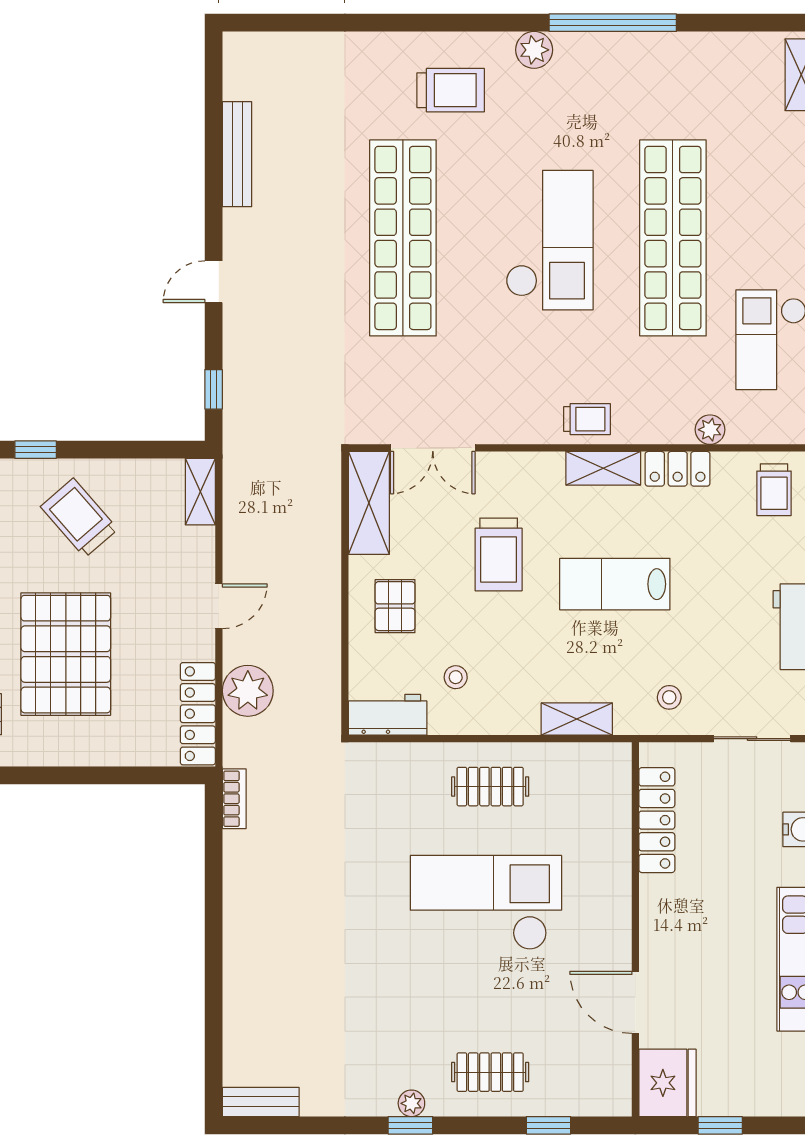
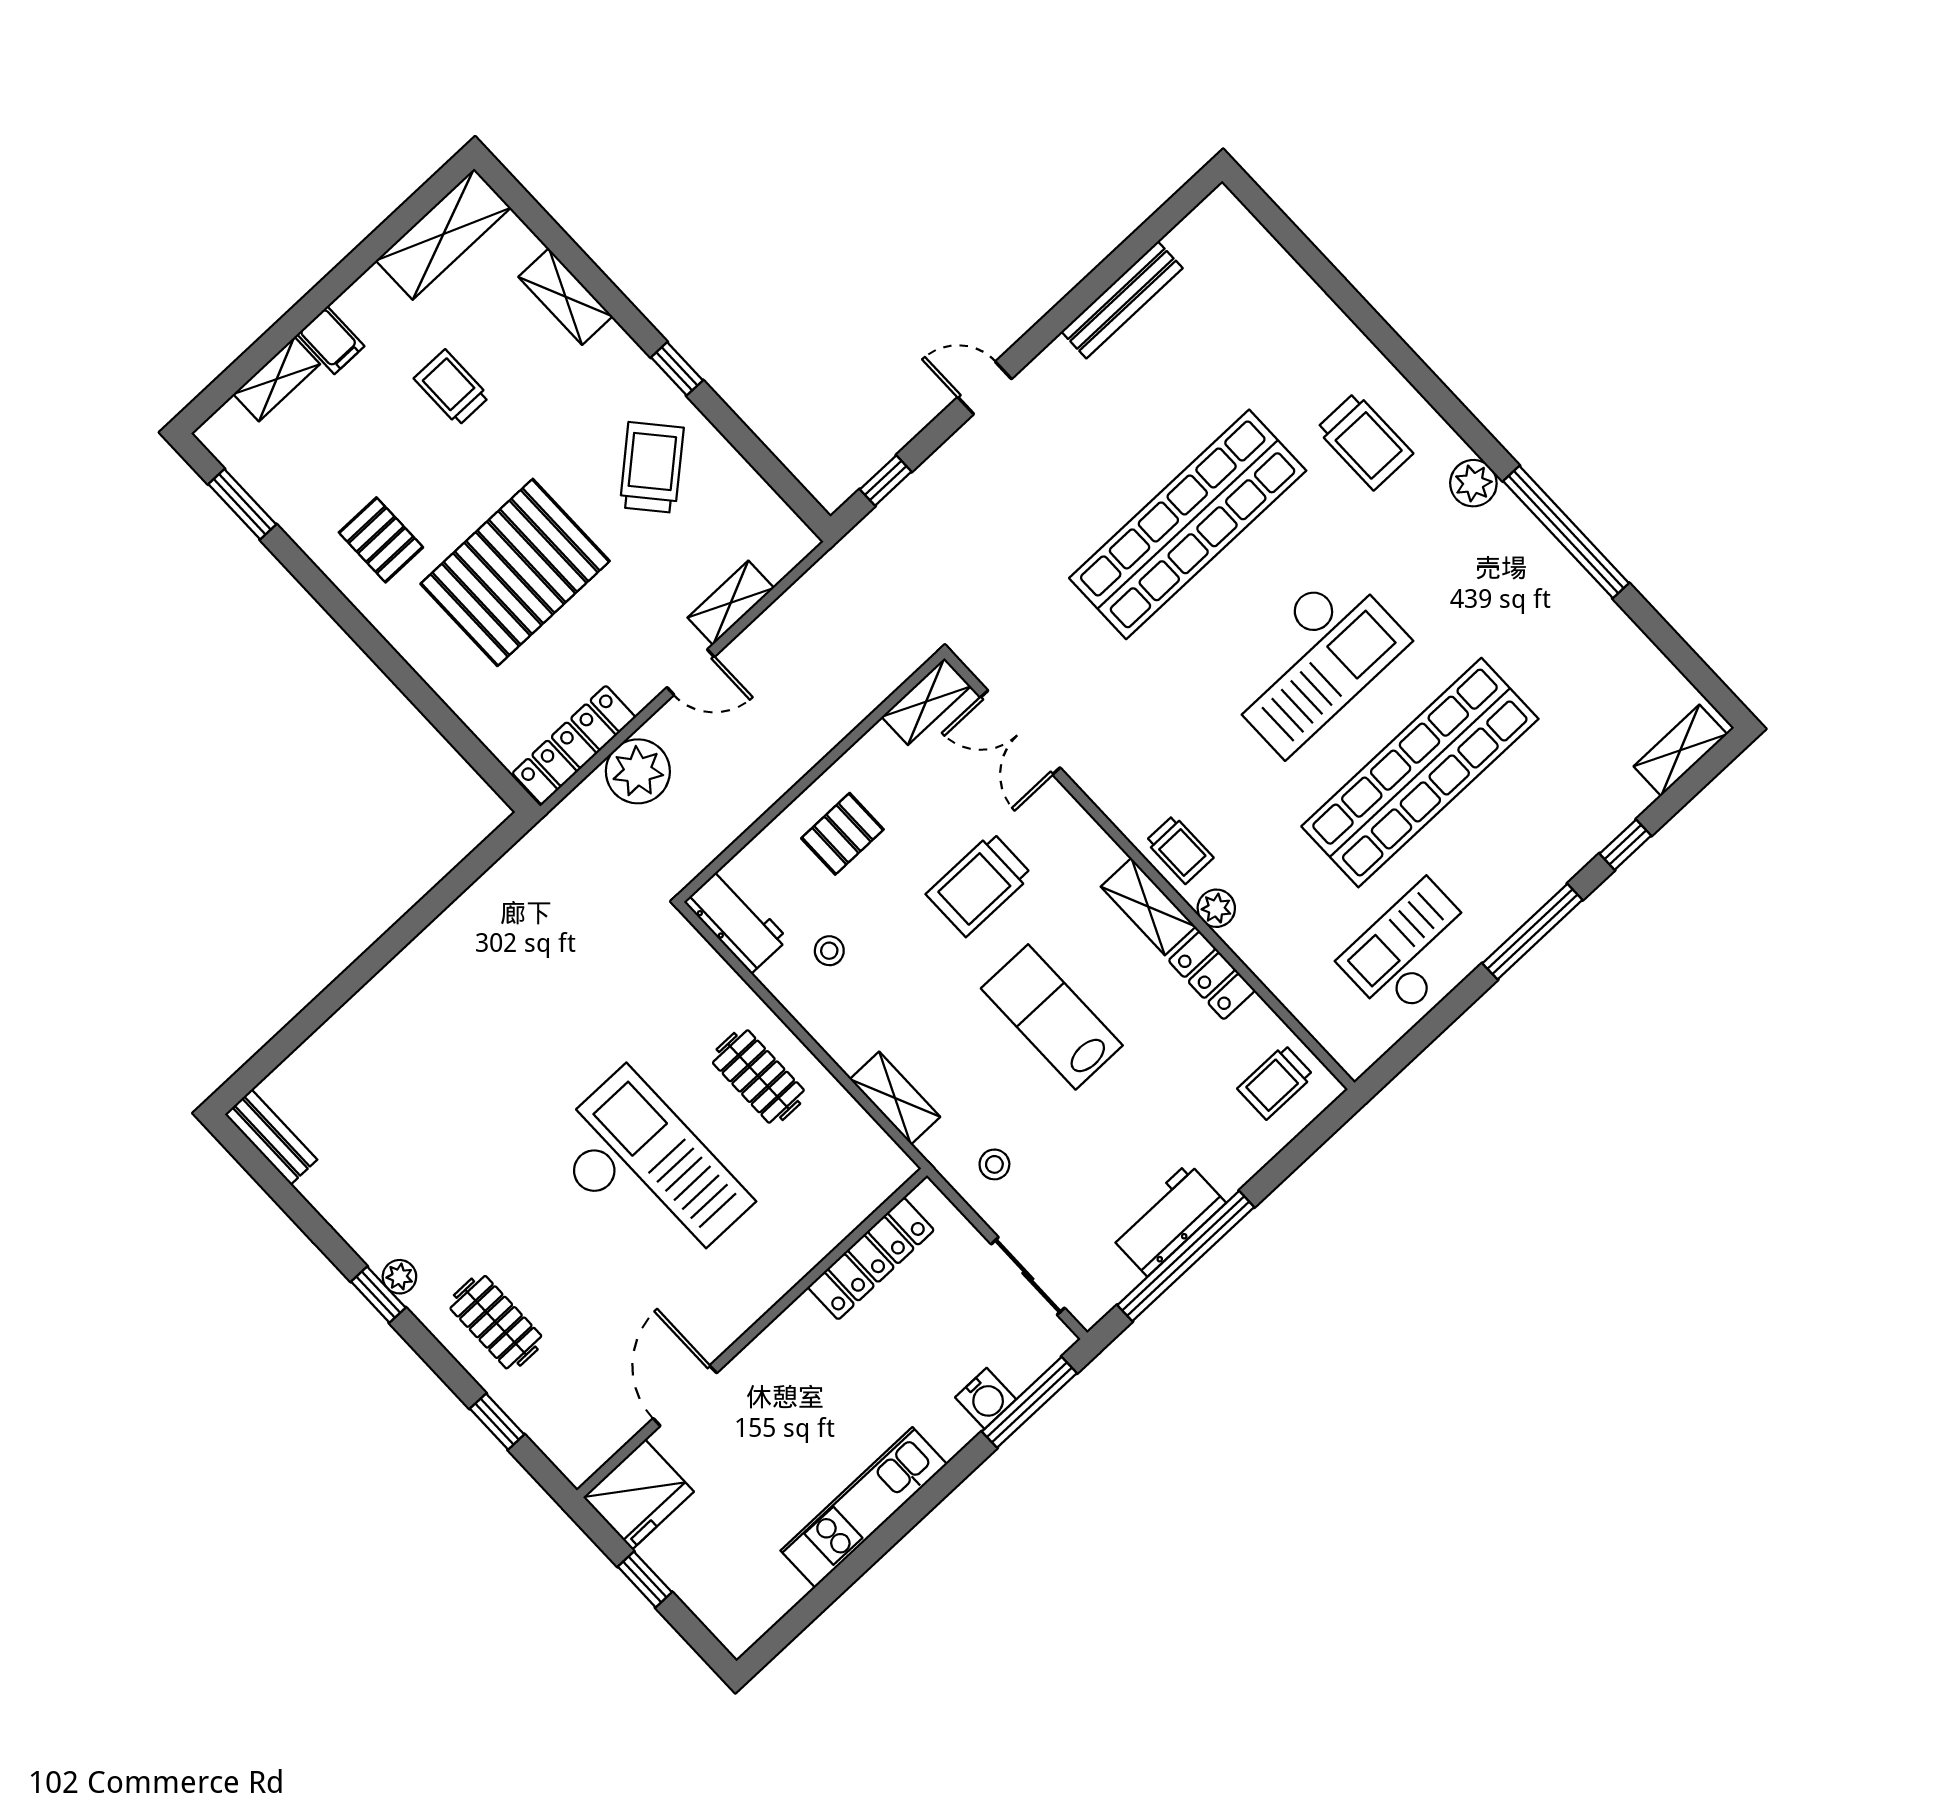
plant: (710, 430) -> (1216, 908), moved
shelving: (200, 492) -> (731, 603), moved
shelving: (369, 503) -> (926, 702), width x0.67, depth x0.75
bookcase: (234, 799) -> (527, 852), removed

